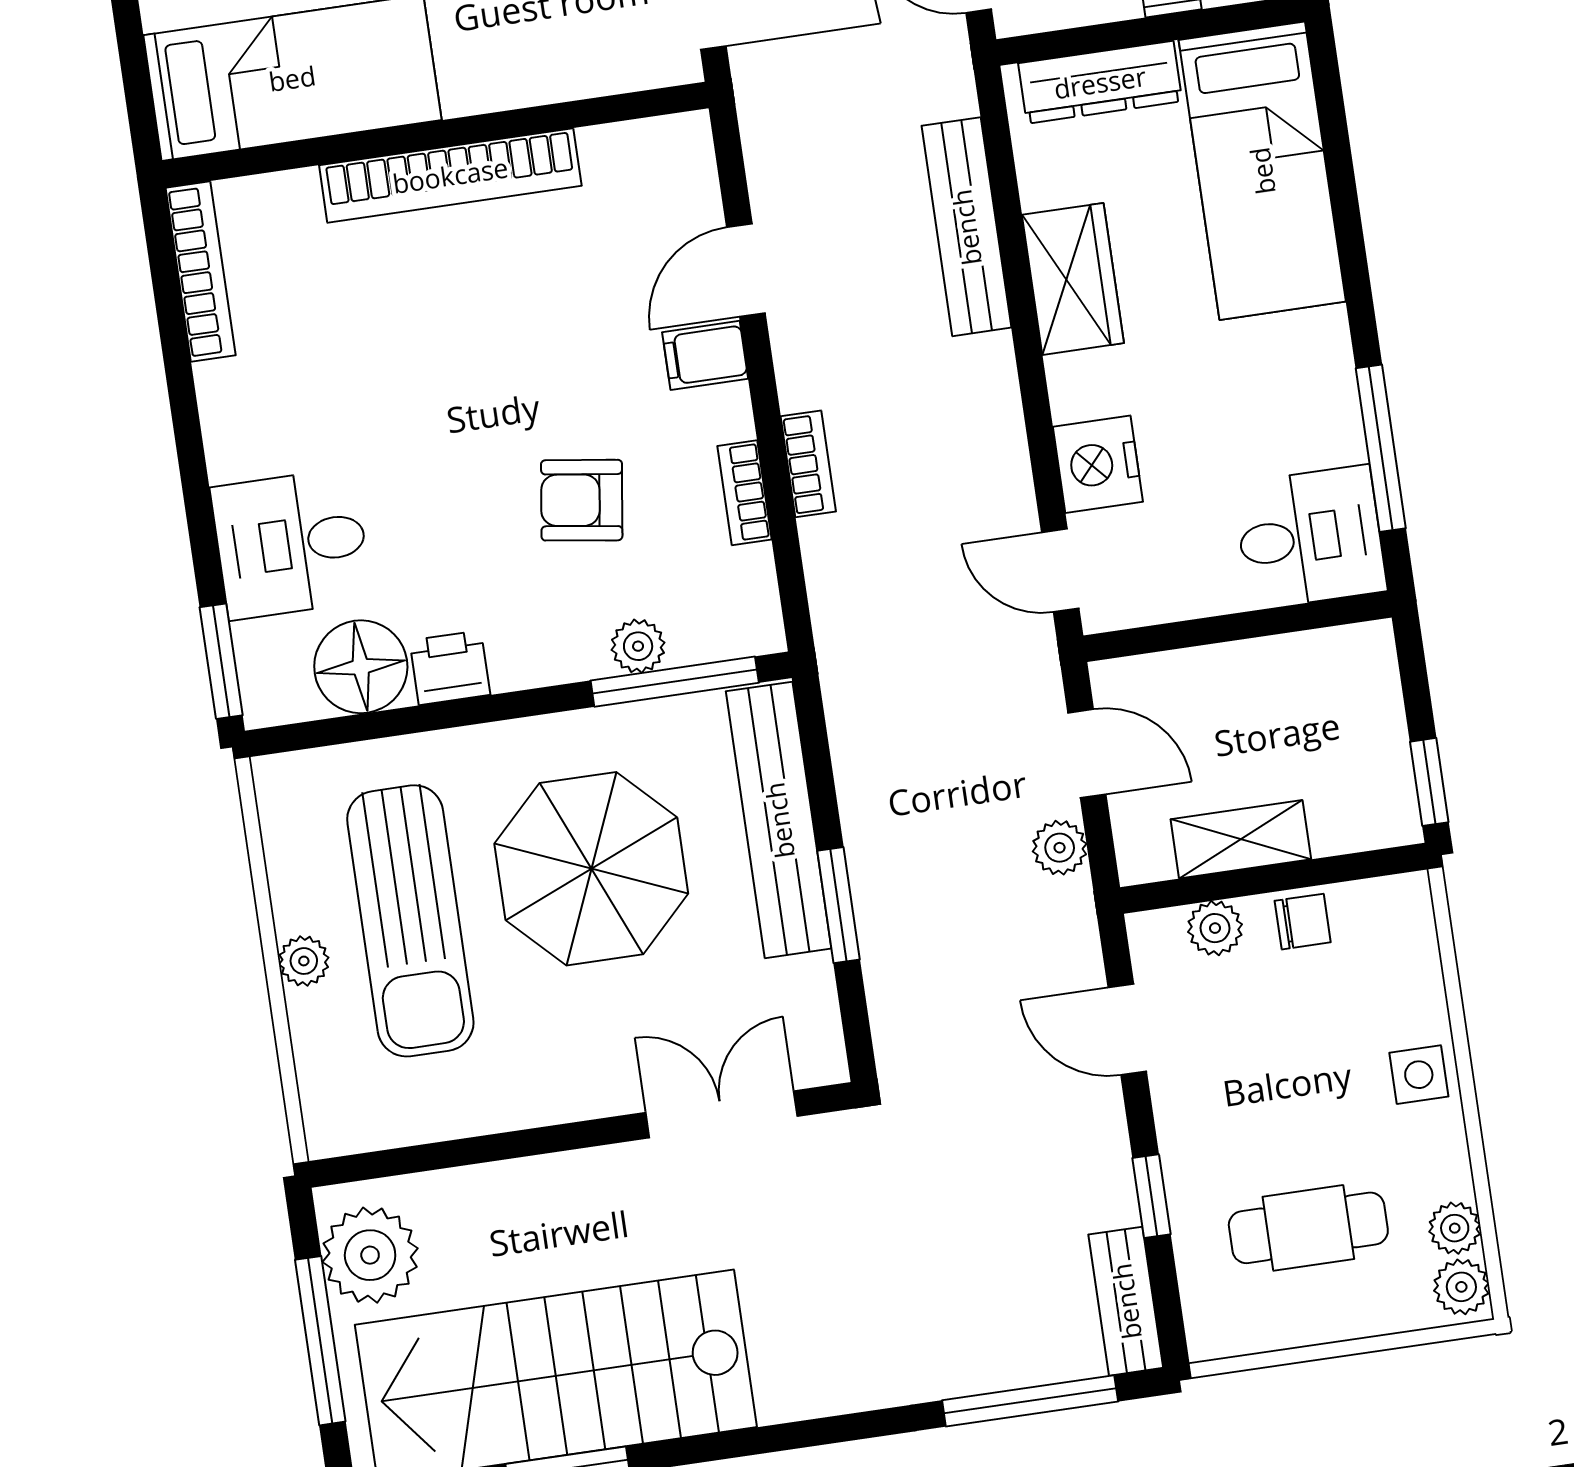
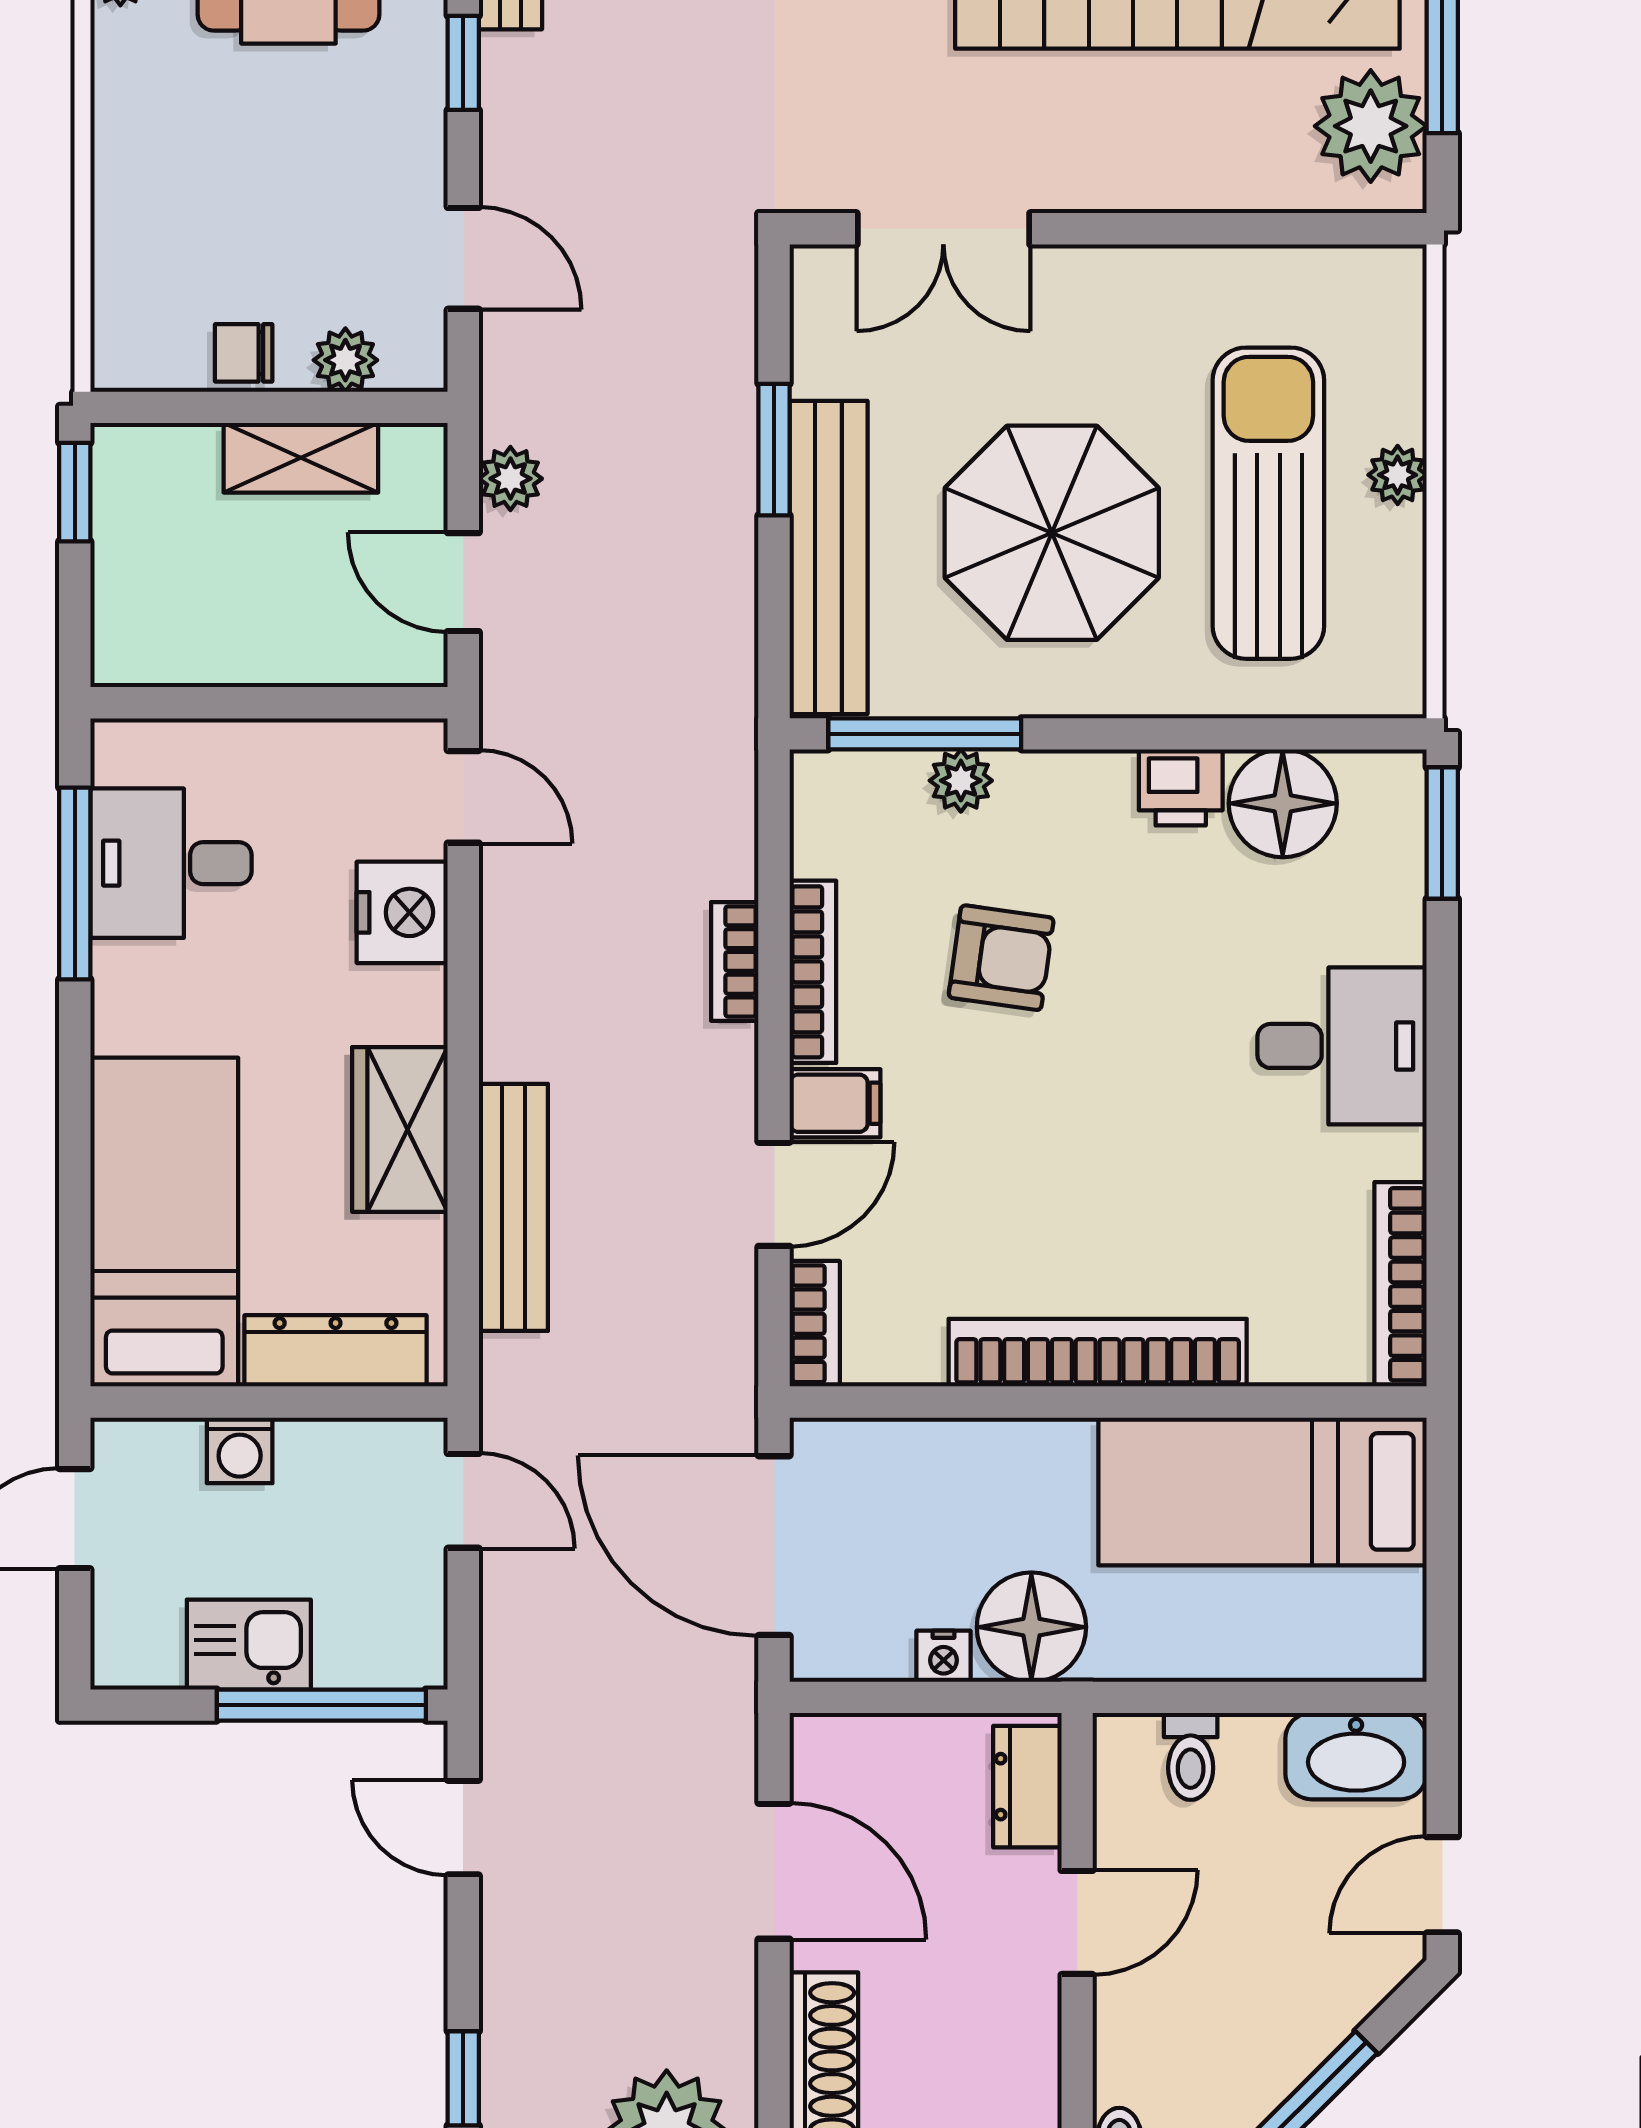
bookcase: (695, 165) -> (815, 1324), added
bookcase: (744, 493) -> (813, 972), width x1.56
desk: (1310, 537) -> (171, 863), moved
desk: (291, 544) -> (1342, 1046), moved
side table: (1419, 1075) -> (136, 158), removed

